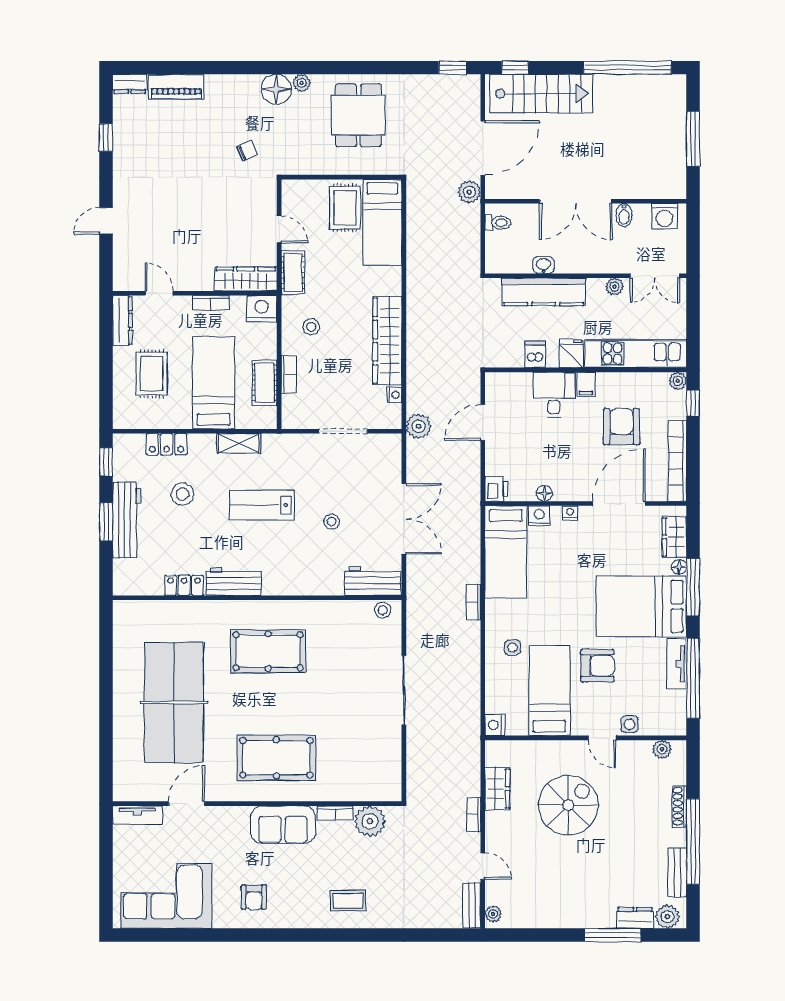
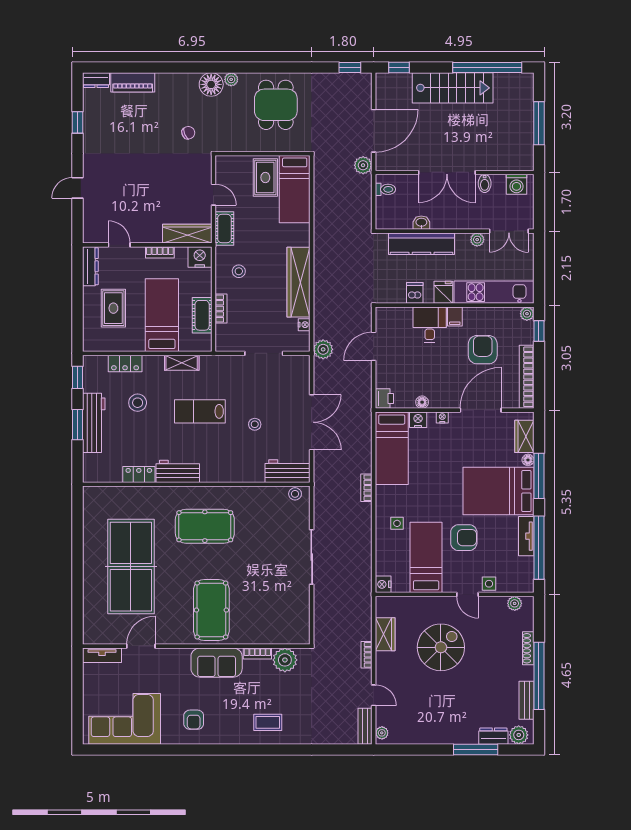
stairs: (541, 94) -> (453, 88), moved
pool table: (276, 758) -> (211, 610), turned 90

